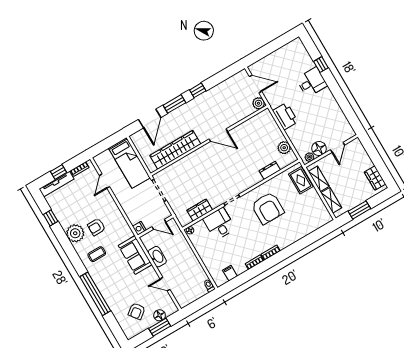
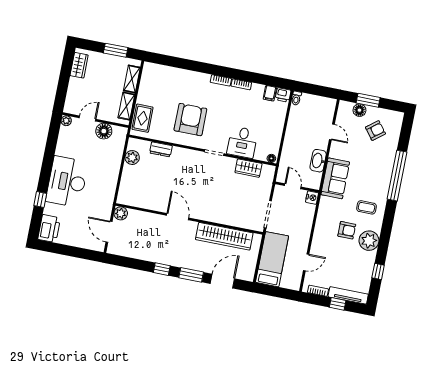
desk: (312, 82) -> (67, 182), width x1.87, depth x1.30
printer: (285, 116) -> (49, 229), moved, turned 180
plant: (309, 157) -> (66, 121), moved
printer: (220, 280) -> (283, 95), added

